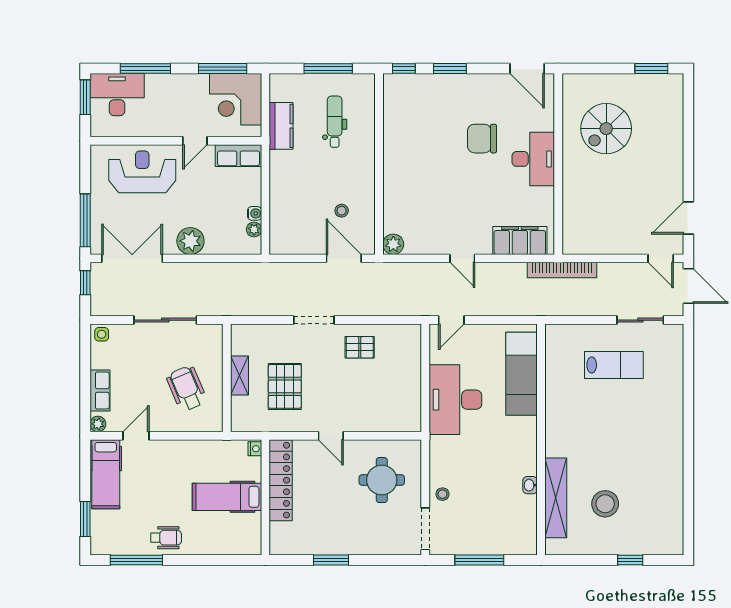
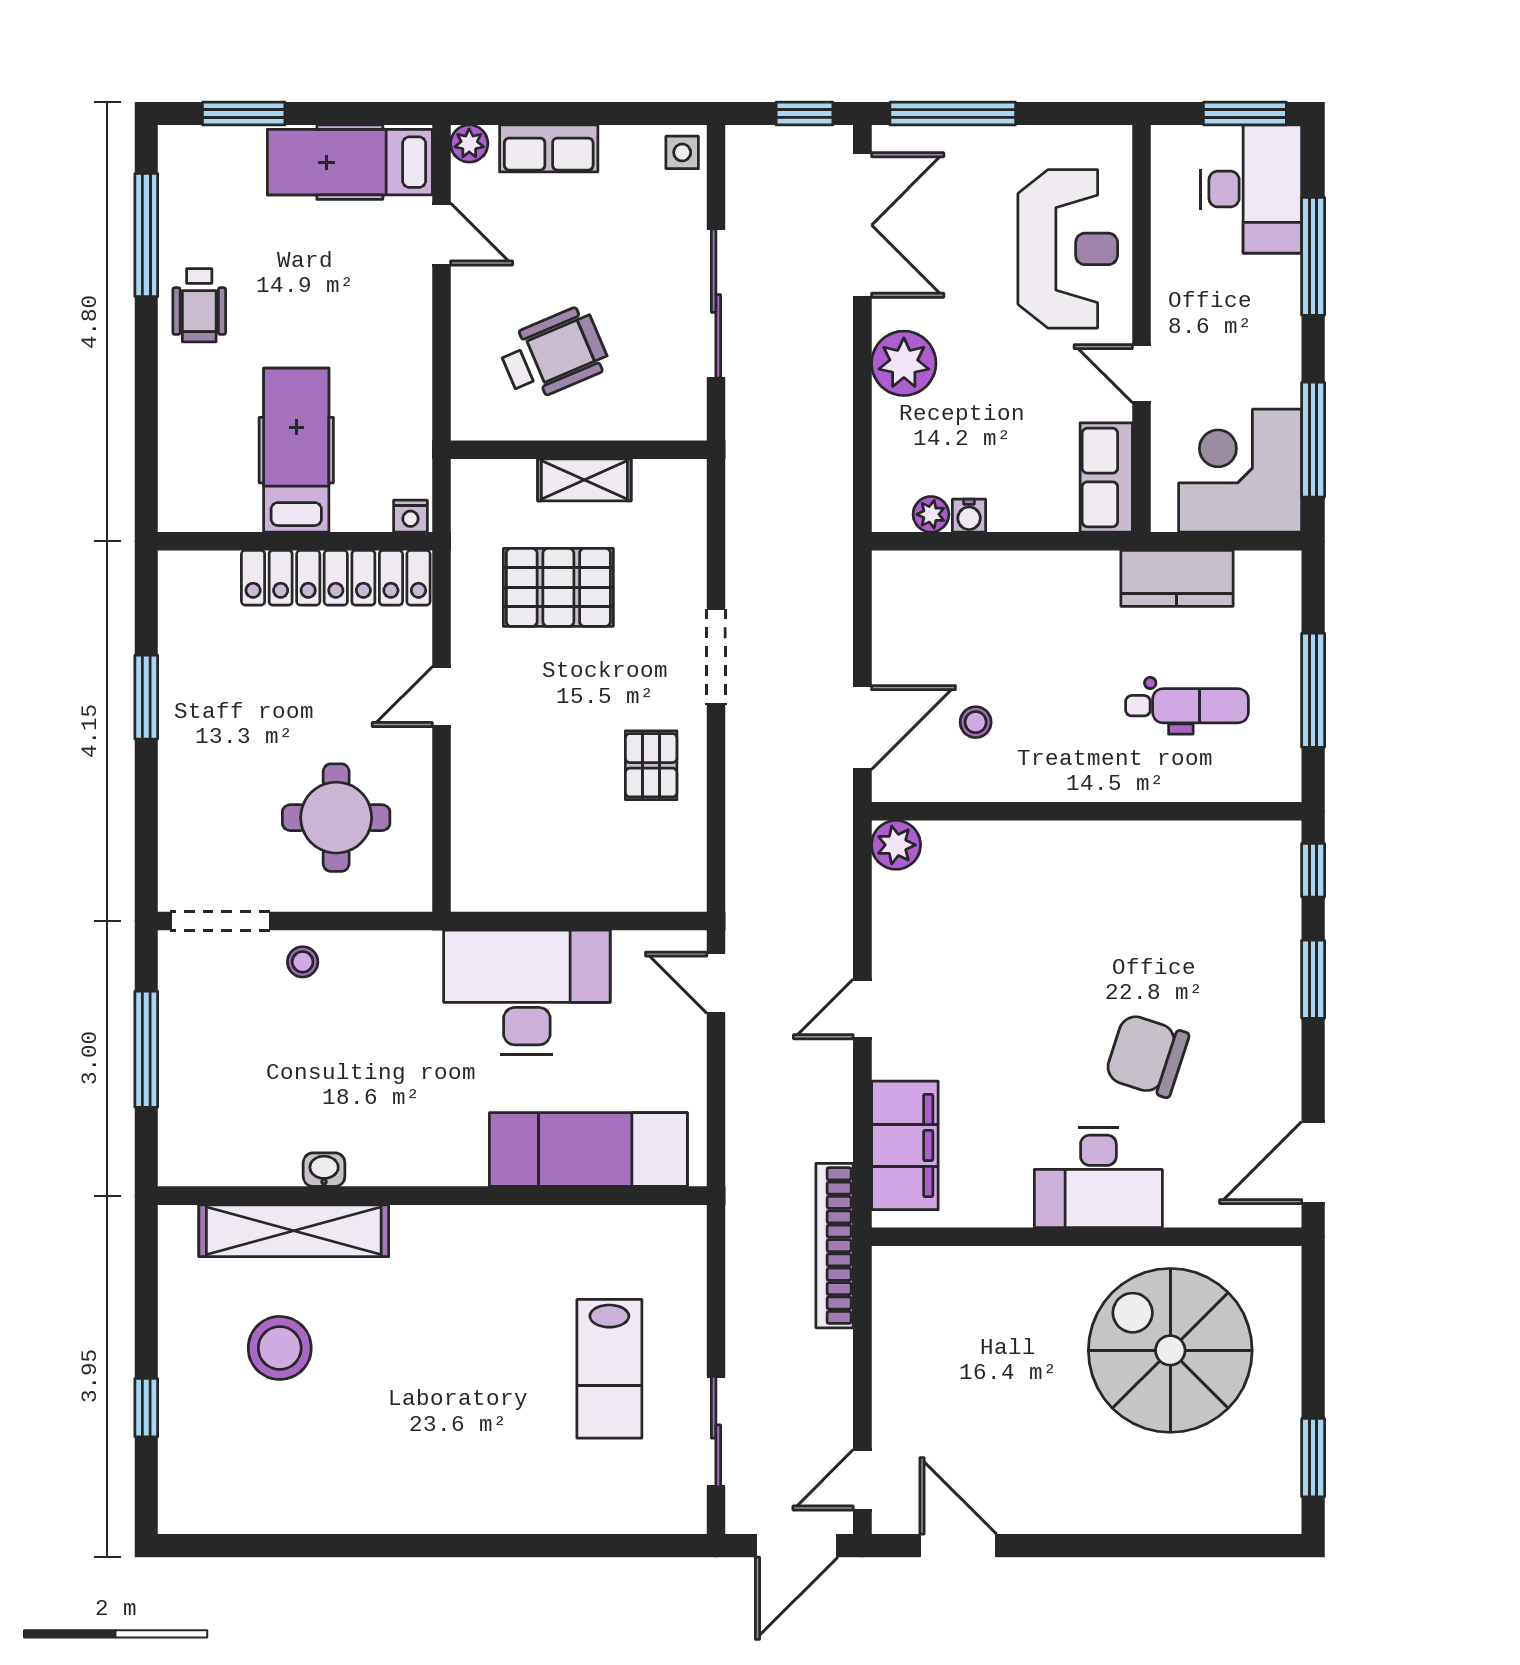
spiral stairs: (606, 129) -> (1170, 1350), width x1.37, depth x1.37
chair: (482, 139) -> (1147, 1056), turned -72

